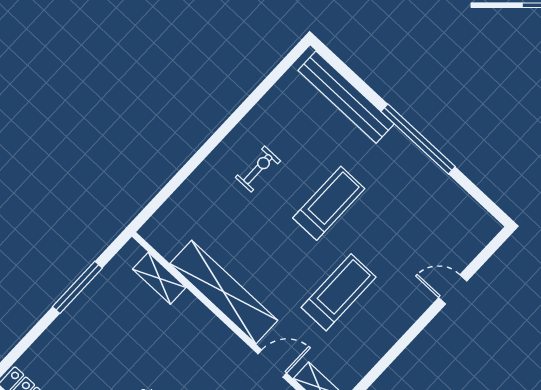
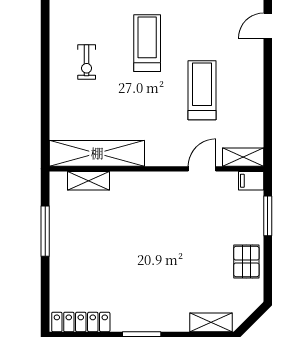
exercise bike: (258, 169) -> (87, 62), turned 180
shelving: (224, 292) -> (97, 153), moved

